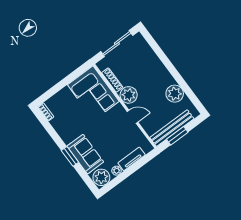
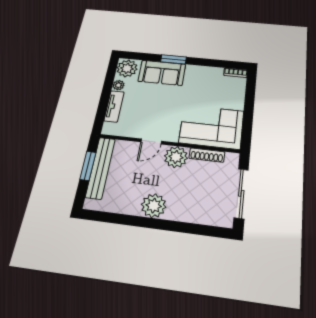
plant: (175, 94) -> (154, 206), moved

